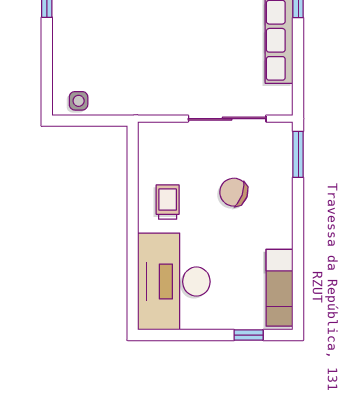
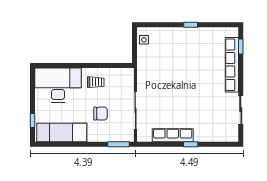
chair: (234, 192) -> (101, 114), turned 70
exam couch: (280, 288) -> (62, 132), width x1.36, depth x1.45

